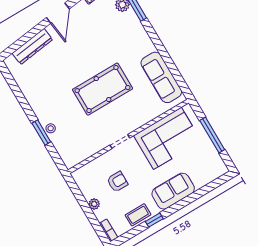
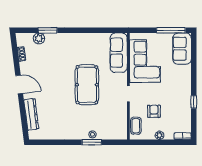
sofa: (161, 77) -> (119, 53), moved, turned 90
window: (212, 135) -> (171, 30), moved
sofa: (173, 191) -> (182, 49), moved
coffee table: (138, 215) -> (136, 126), moved

